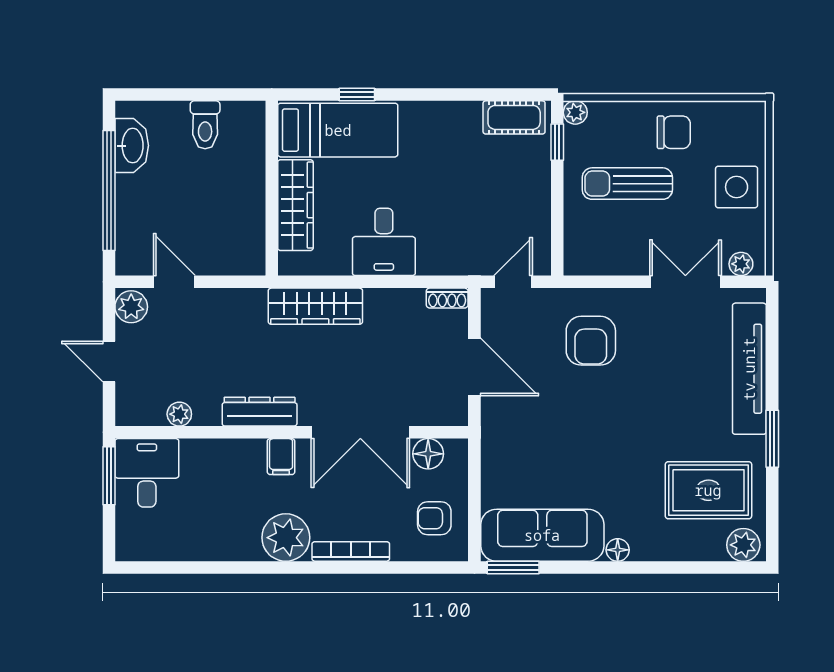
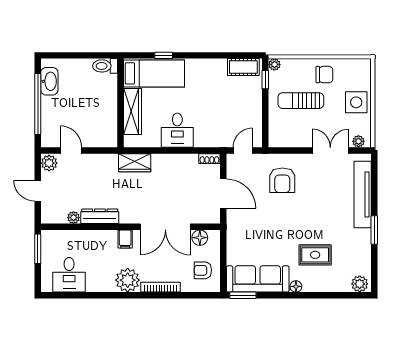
toilet: (205, 125) -> (105, 66), moved, turned 90
wardrobe: (315, 306) -> (135, 163), width x0.67
dresser: (260, 412) -> (100, 216), moved
desk: (147, 473) -> (69, 275), moved, turned 180
rug: (708, 490) -> (315, 255), moved, width x0.73, depth x0.70

